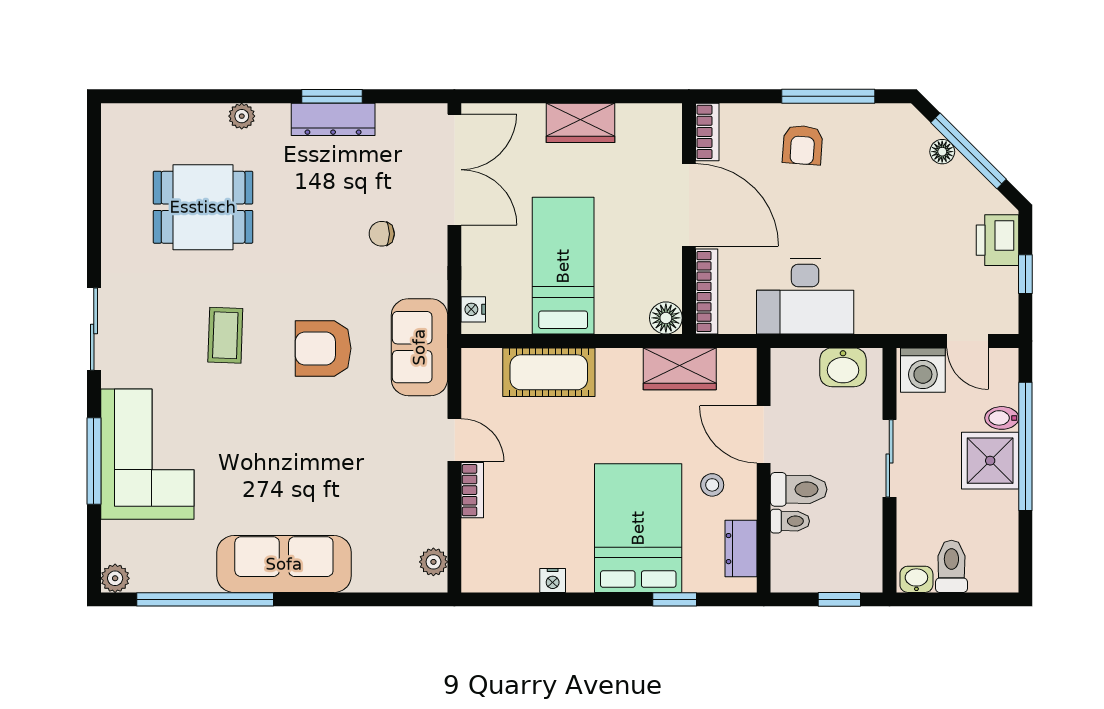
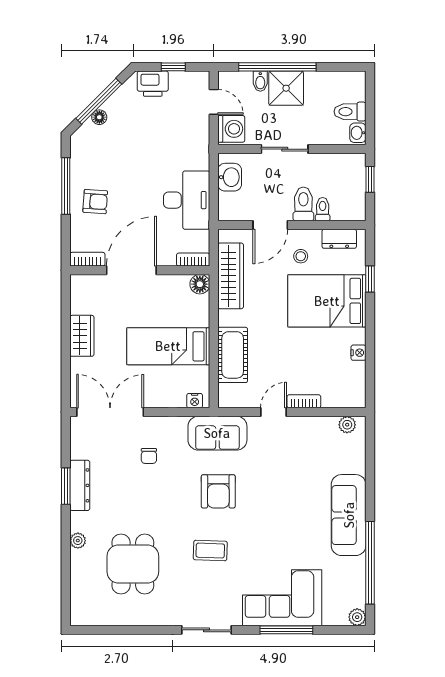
bookcase: (707, 292) -> (193, 260), width x0.64
door: (968, 341) -> (214, 102), hinge flipped
wardrobe: (680, 369) -> (231, 276), width x1.50

